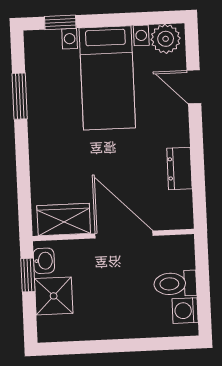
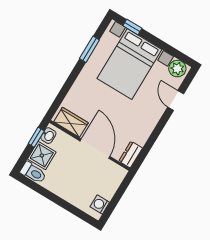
bed with nightstands: (107, 78) -> (129, 64), width x1.36
dresser: (179, 168) -> (131, 155), moved
toilet: (175, 284) -> (33, 173), moved, turned 180

